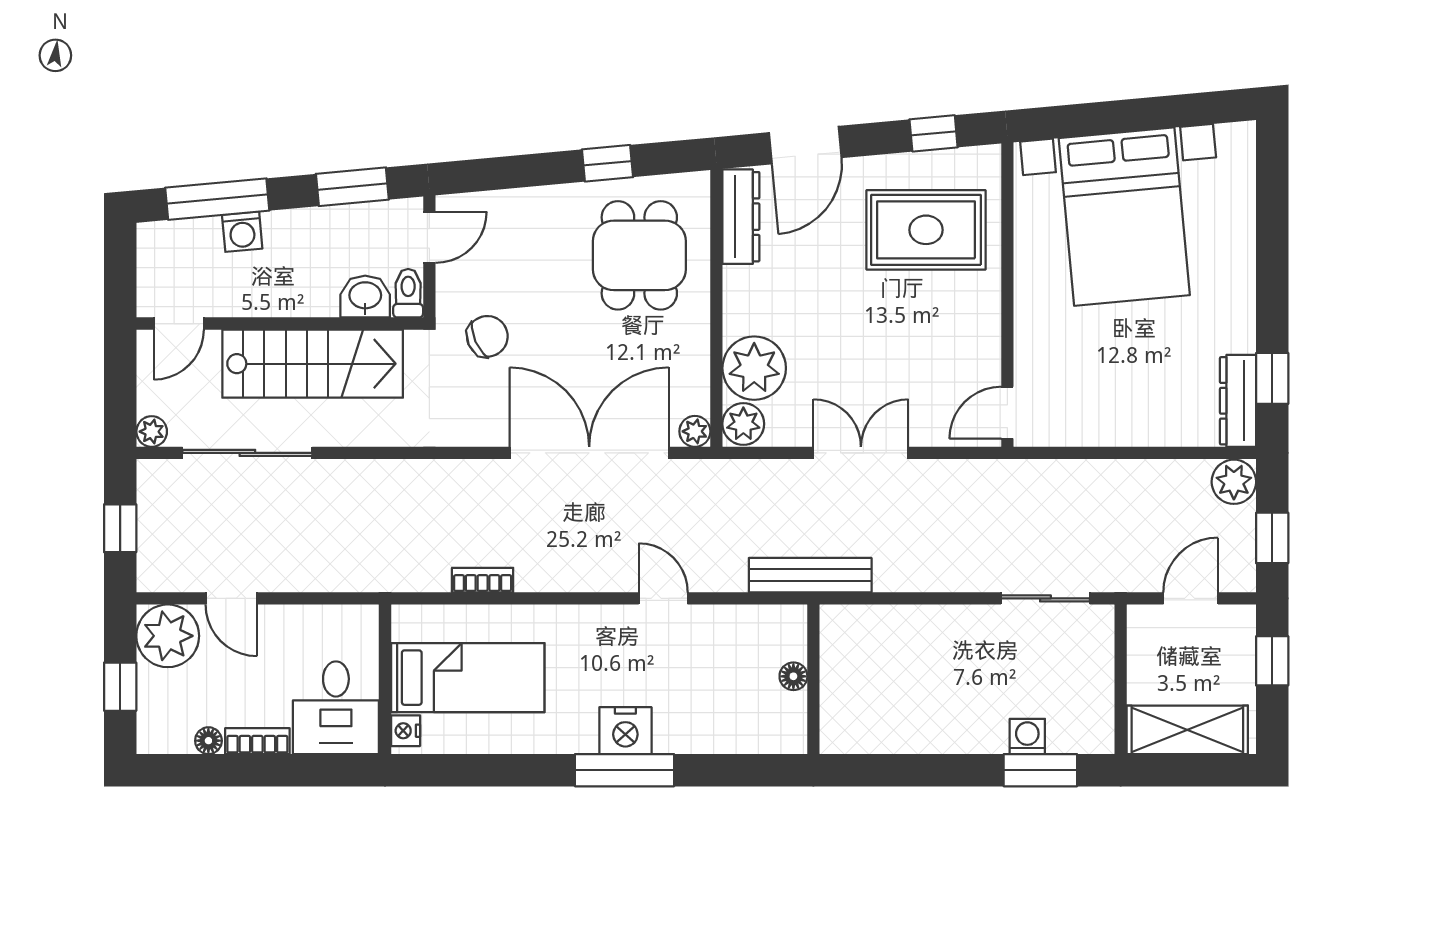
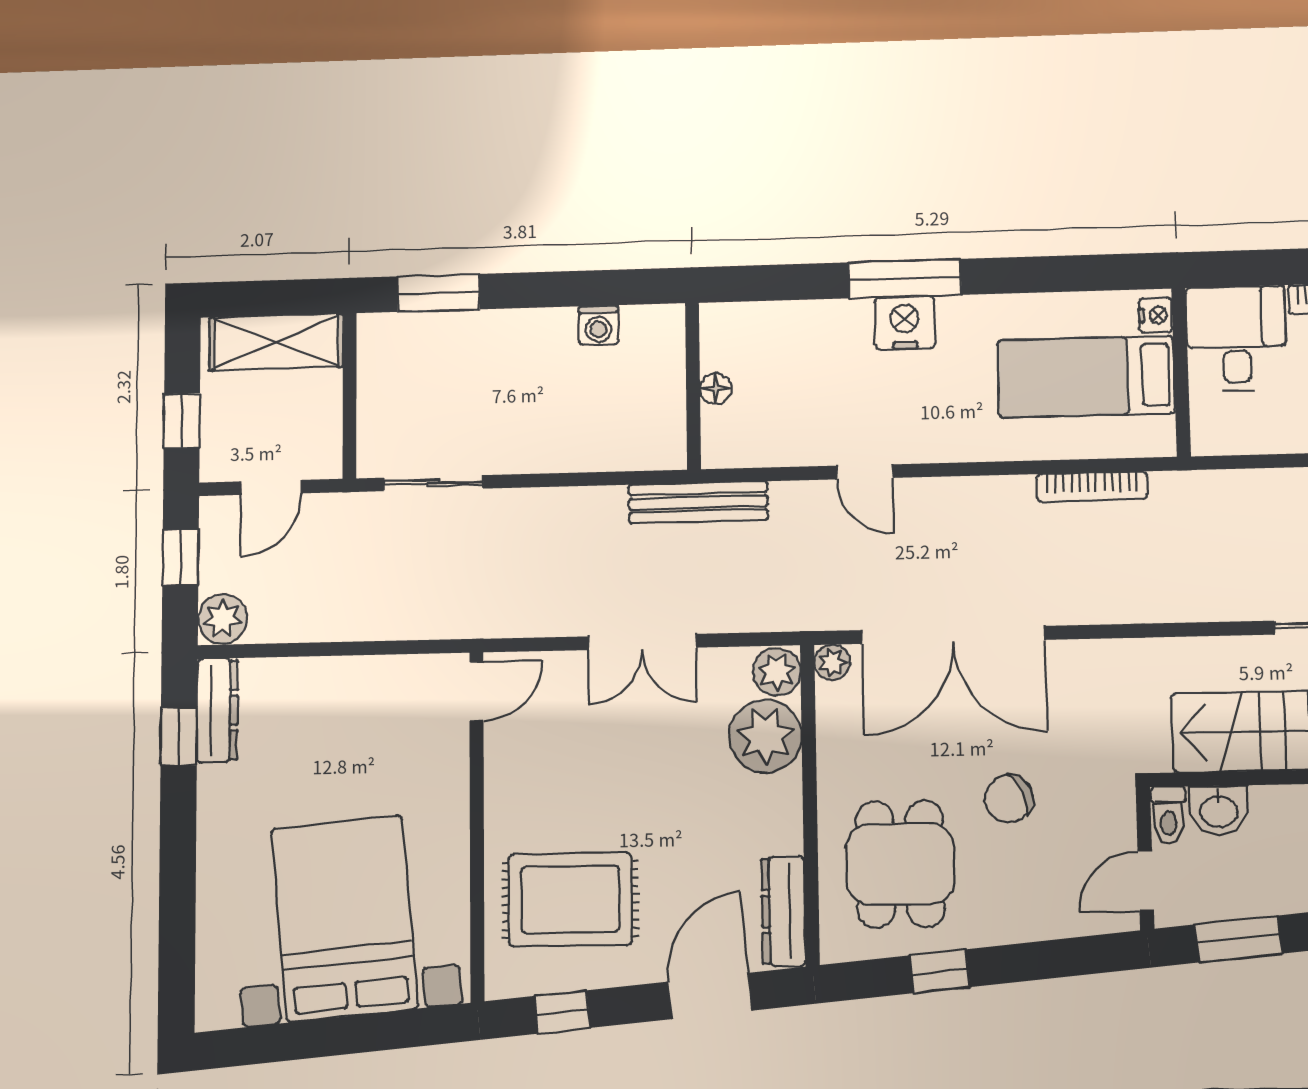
chair: (487, 336) -> (1009, 799), moved
bookcase: (483, 580) -> (1092, 487), width x1.56
washing machine: (1027, 736) -> (599, 325), moved

